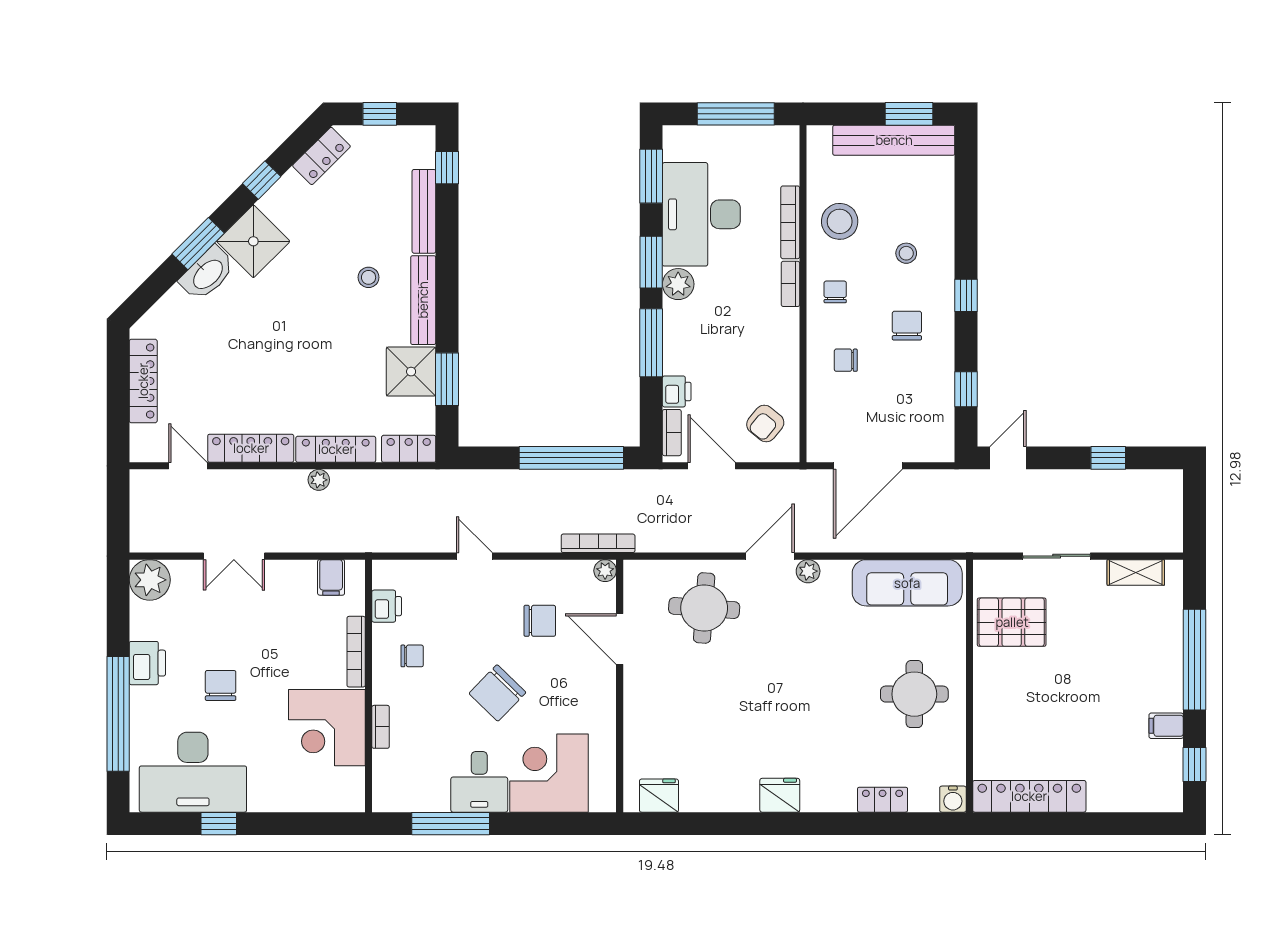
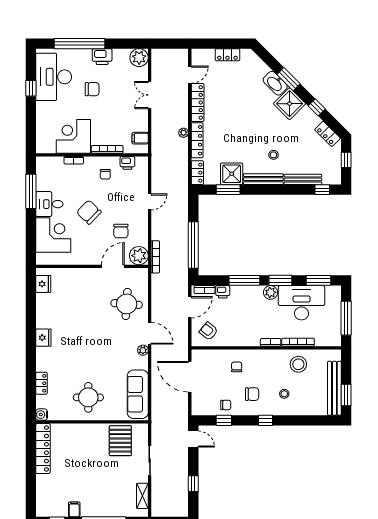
chair: (835, 292) -> (226, 405), moved
locker: (143, 381) -> (227, 55), width x0.66
plant: (605, 571) -> (139, 256), width x1.88, depth x1.88

